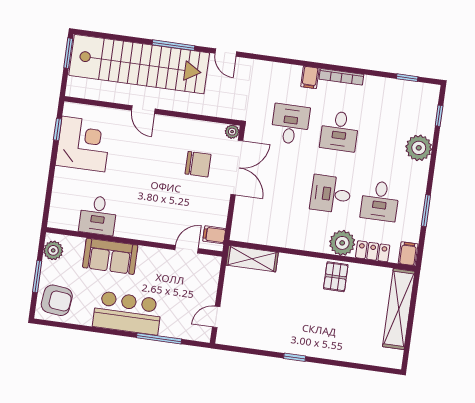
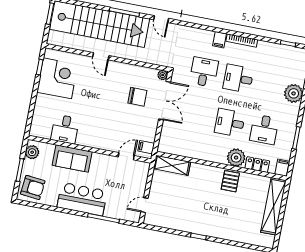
desk: (339, 131) -> (238, 79), turned 90

